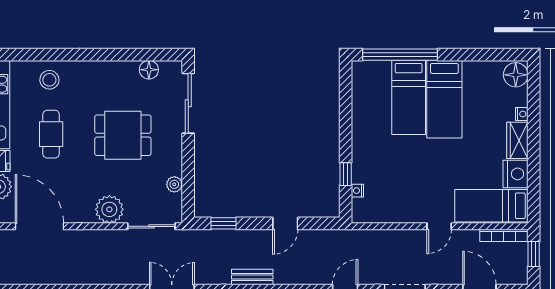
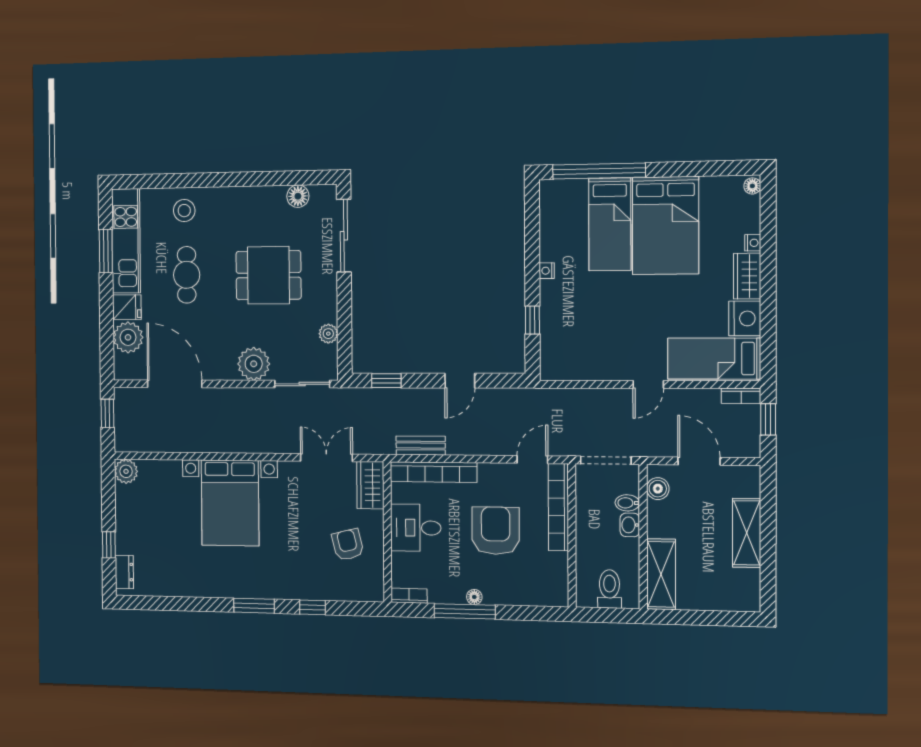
floor lamp: (516, 75) -> (752, 186), width x0.53, depth x0.53
bed: (444, 99) -> (666, 225), width x1.50
nightstand: (357, 191) -> (547, 271), moved
bookcase: (504, 235) -> (741, 396), width x0.64

